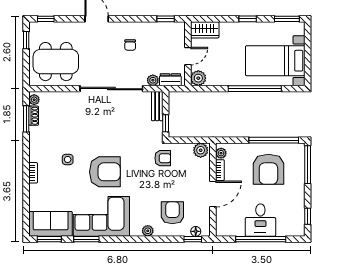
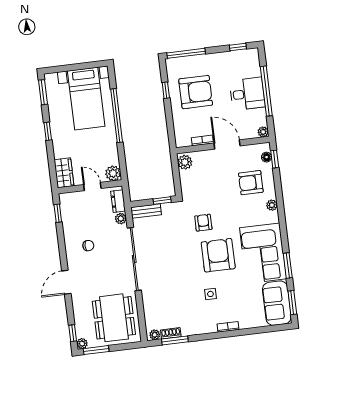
plant: (34, 27) -> (82, 344), added
window: (26, 40) -> (96, 350), width x1.50
window: (274, 140) -> (166, 90), width x0.32
plant: (221, 153) -> (263, 132), moved
armchair: (163, 158) -> (203, 223), moved

